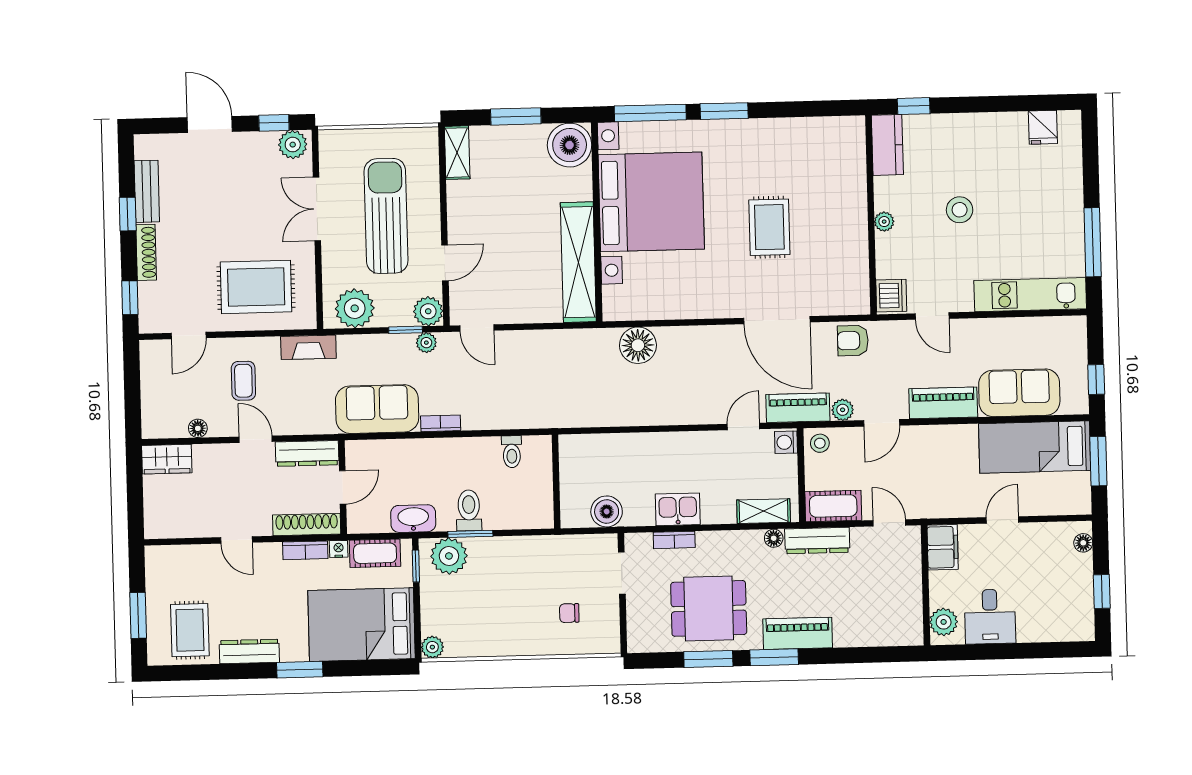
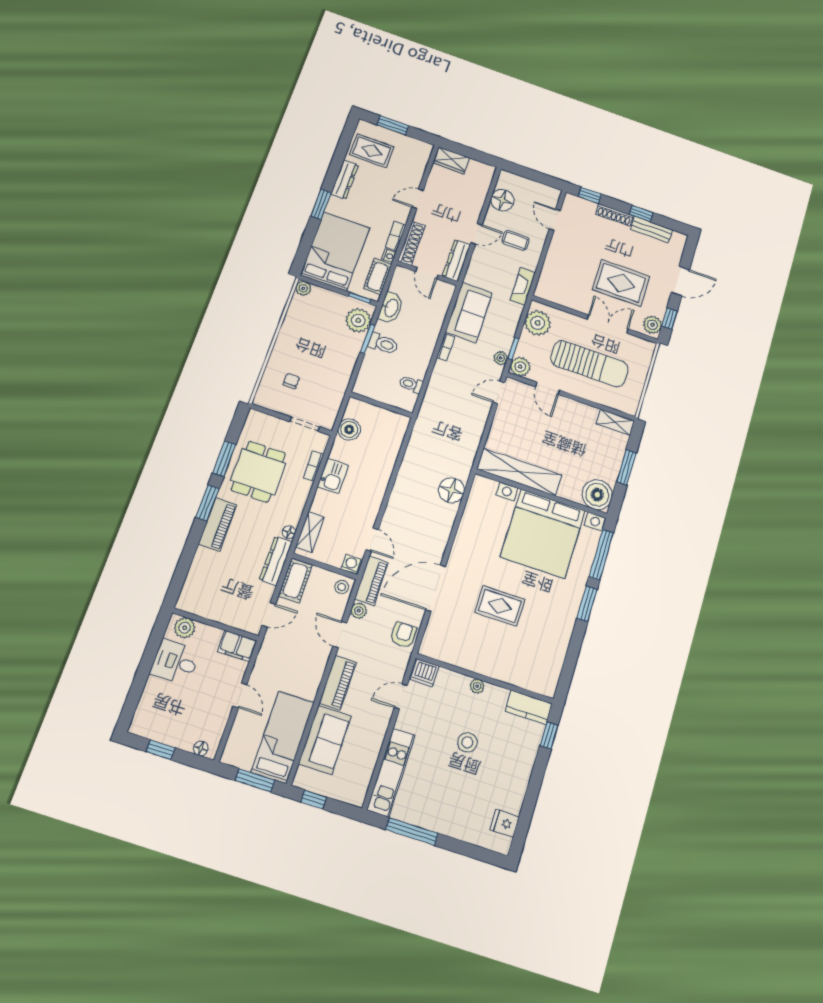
rug: (256, 287) -> (621, 283), moved, turned 90
floor lamp: (198, 428) -> (502, 200), width x1.89, depth x1.89
wardrobe: (167, 459) -> (451, 160), moved, turned -90

